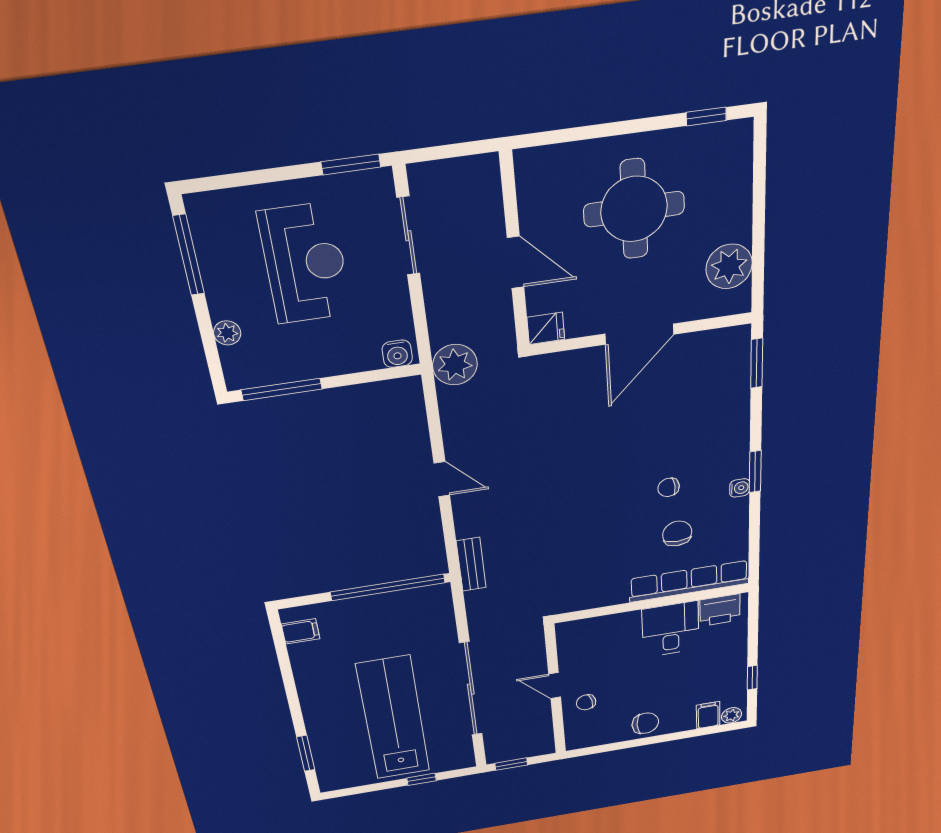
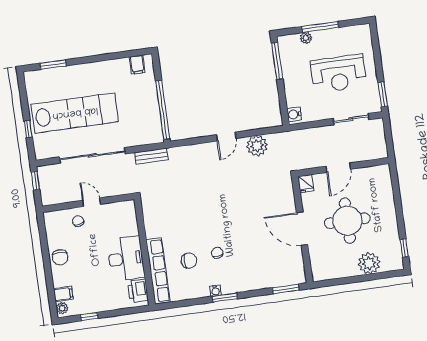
round table: (634, 209) -> (347, 221), moved
window: (189, 255) -> (320, 27), moved
plant: (729, 266) -> (369, 263), moved
plant: (455, 365) -> (257, 146), moved
bench: (471, 564) -> (151, 156), moved
desk: (671, 629) -> (126, 259), width x1.37
door: (555, 686) -> (92, 202), hinge flipped

